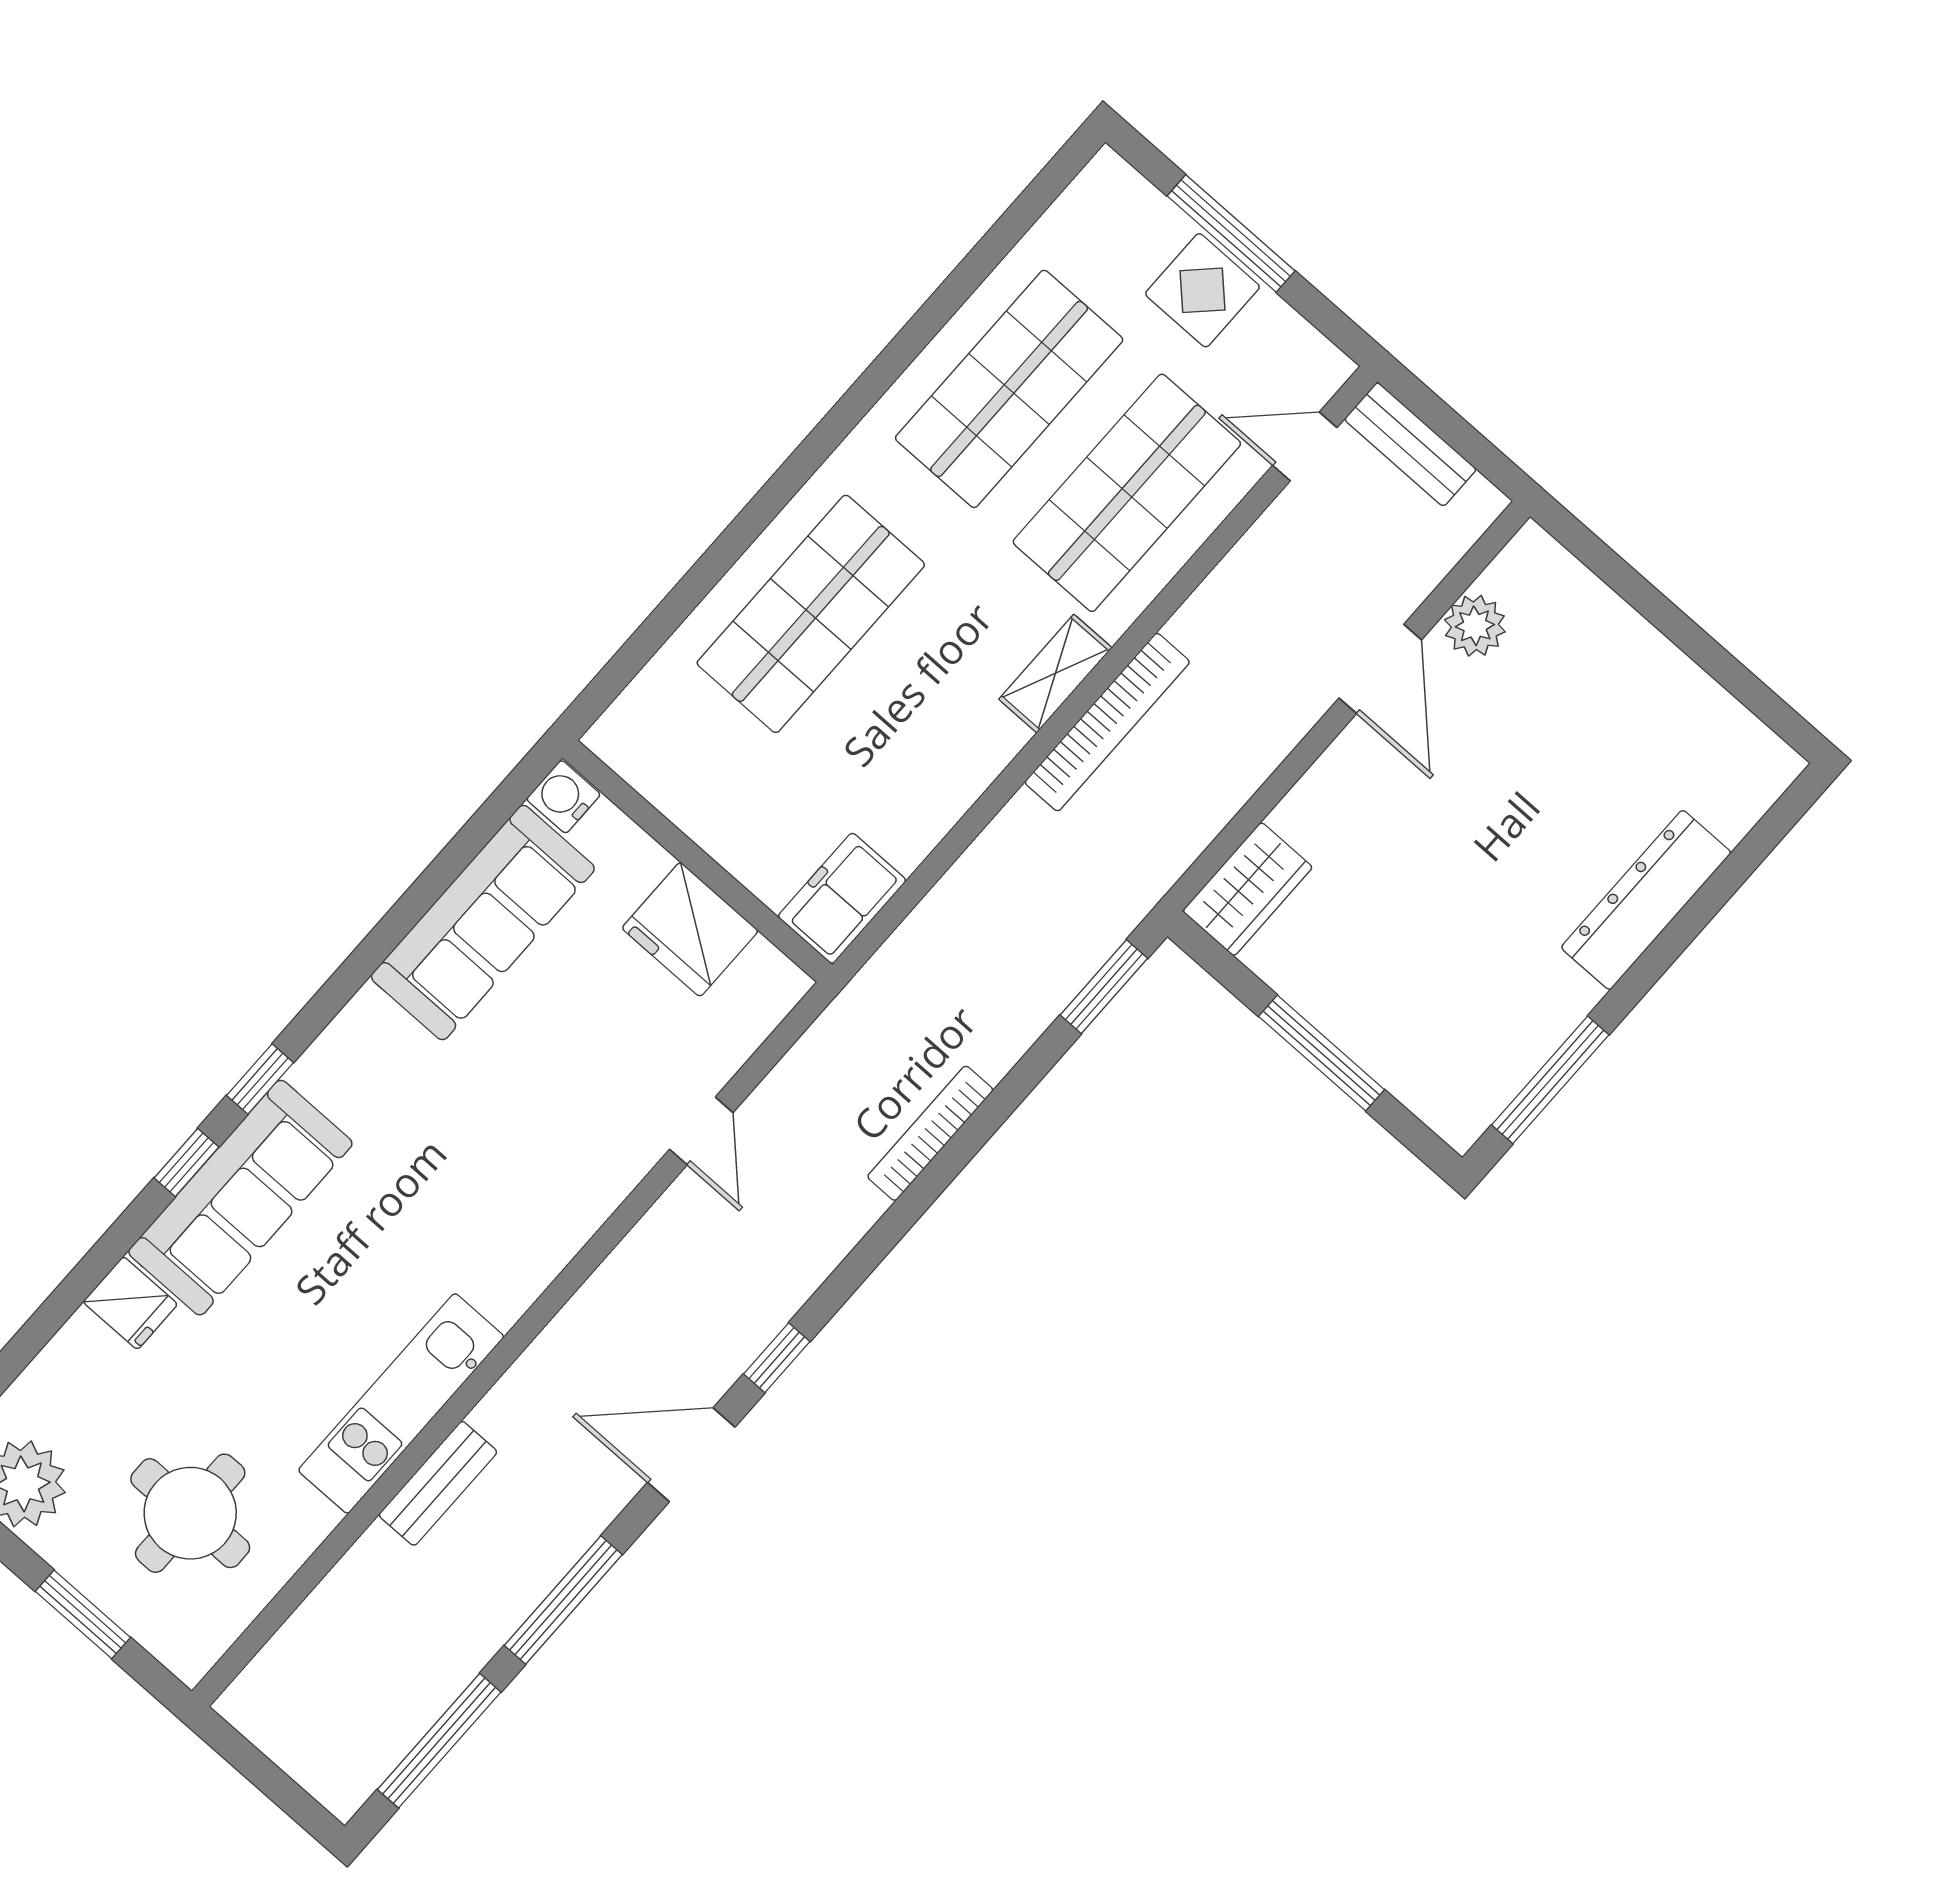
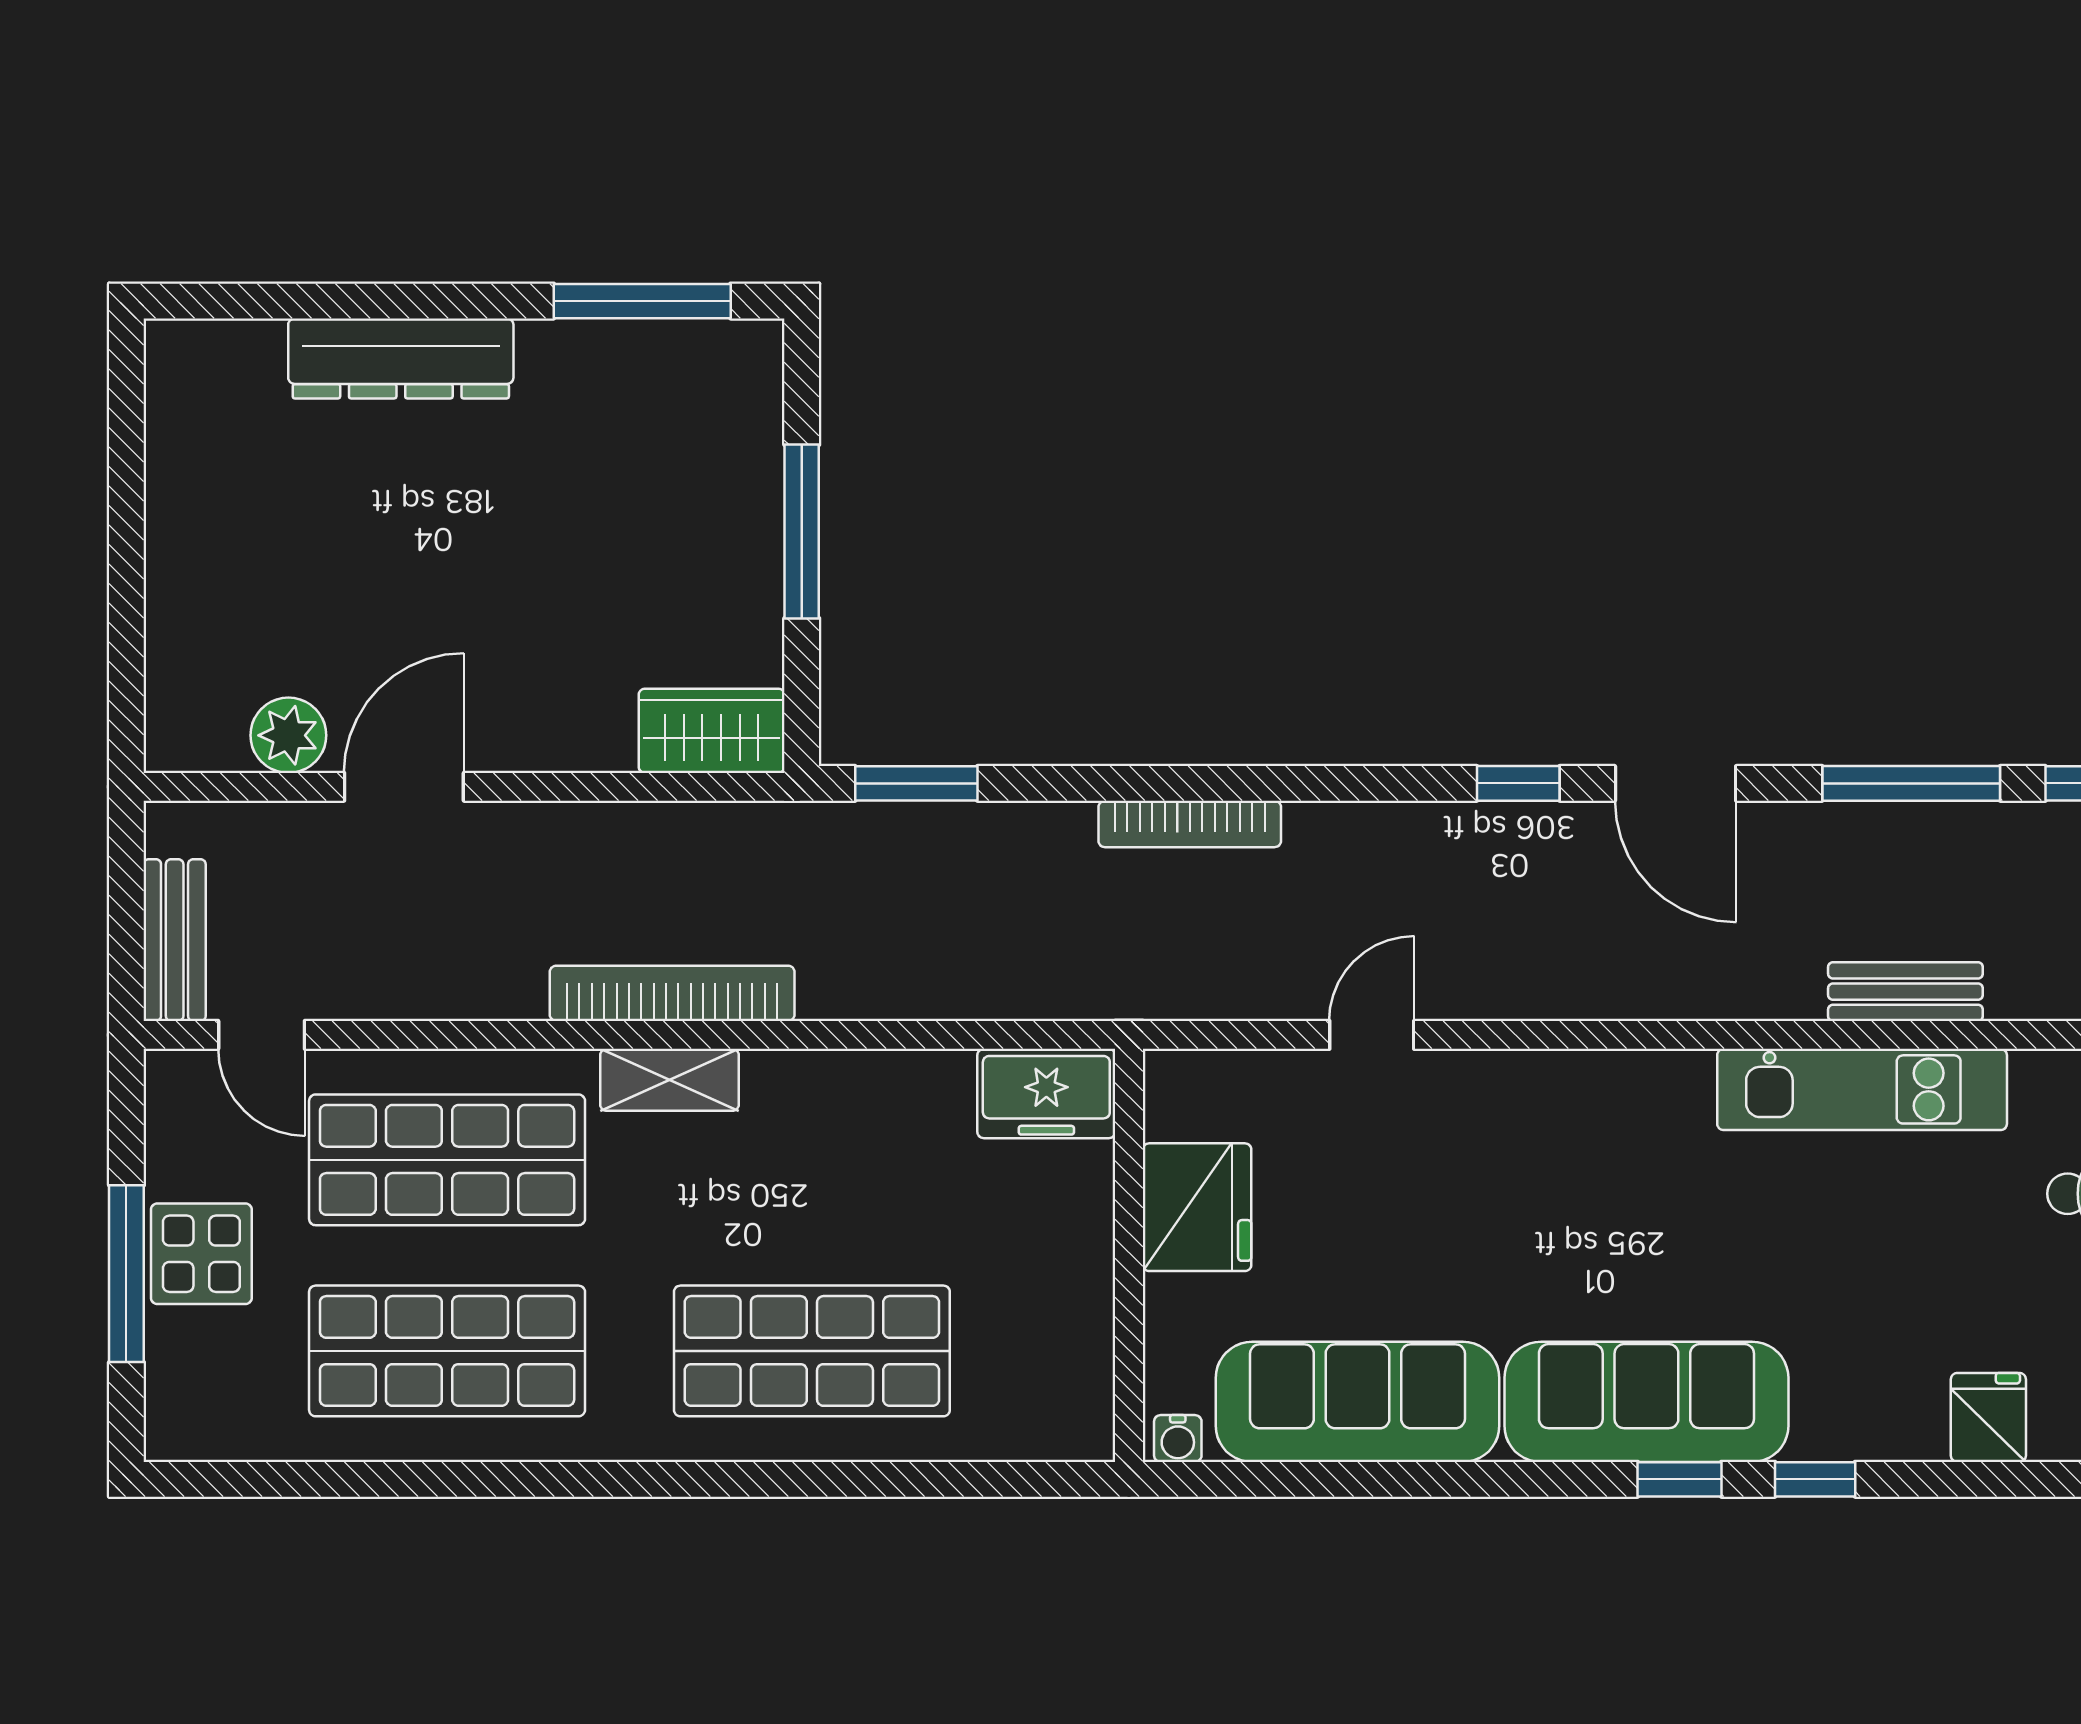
water cooler: (563, 797) -> (1178, 1439), width x0.72, depth x0.72
sofa: (240, 1198) -> (1646, 1402), moved

